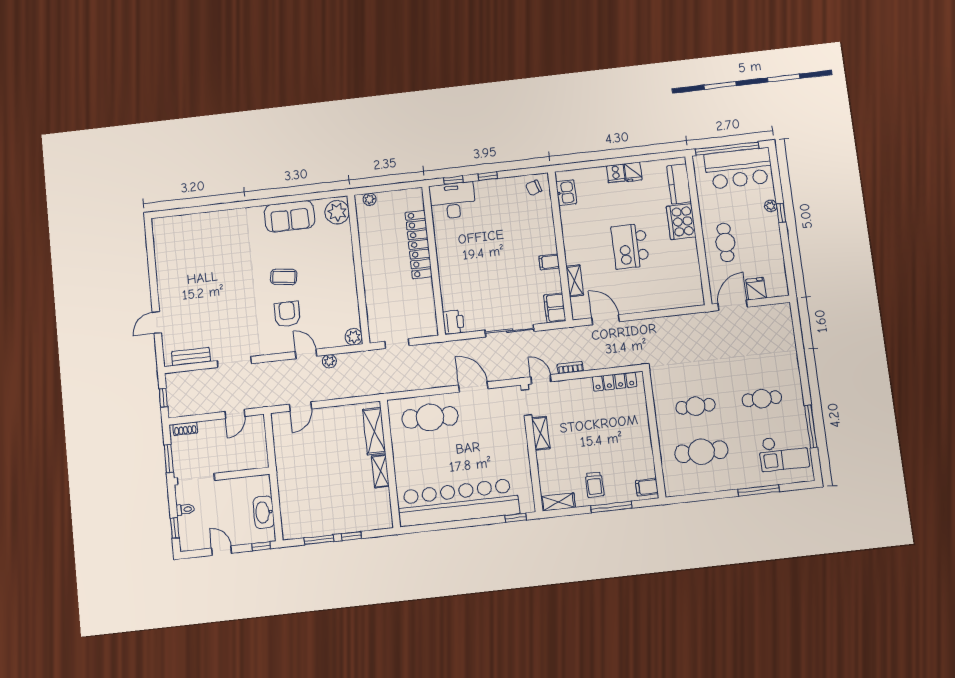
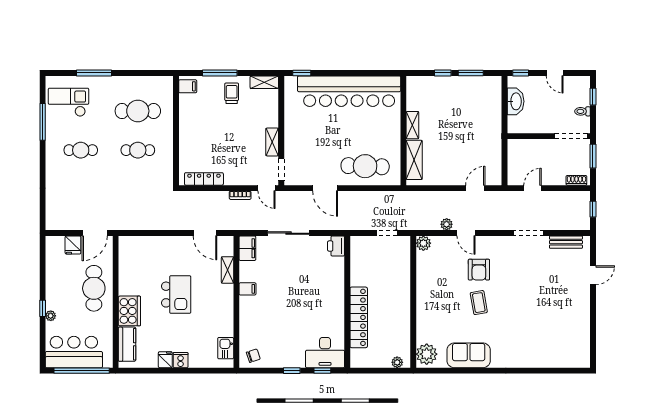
cafe table: (725, 242) -> (94, 288), width x1.37, depth x1.35
coffee table: (284, 277) -> (479, 303), turned 73

